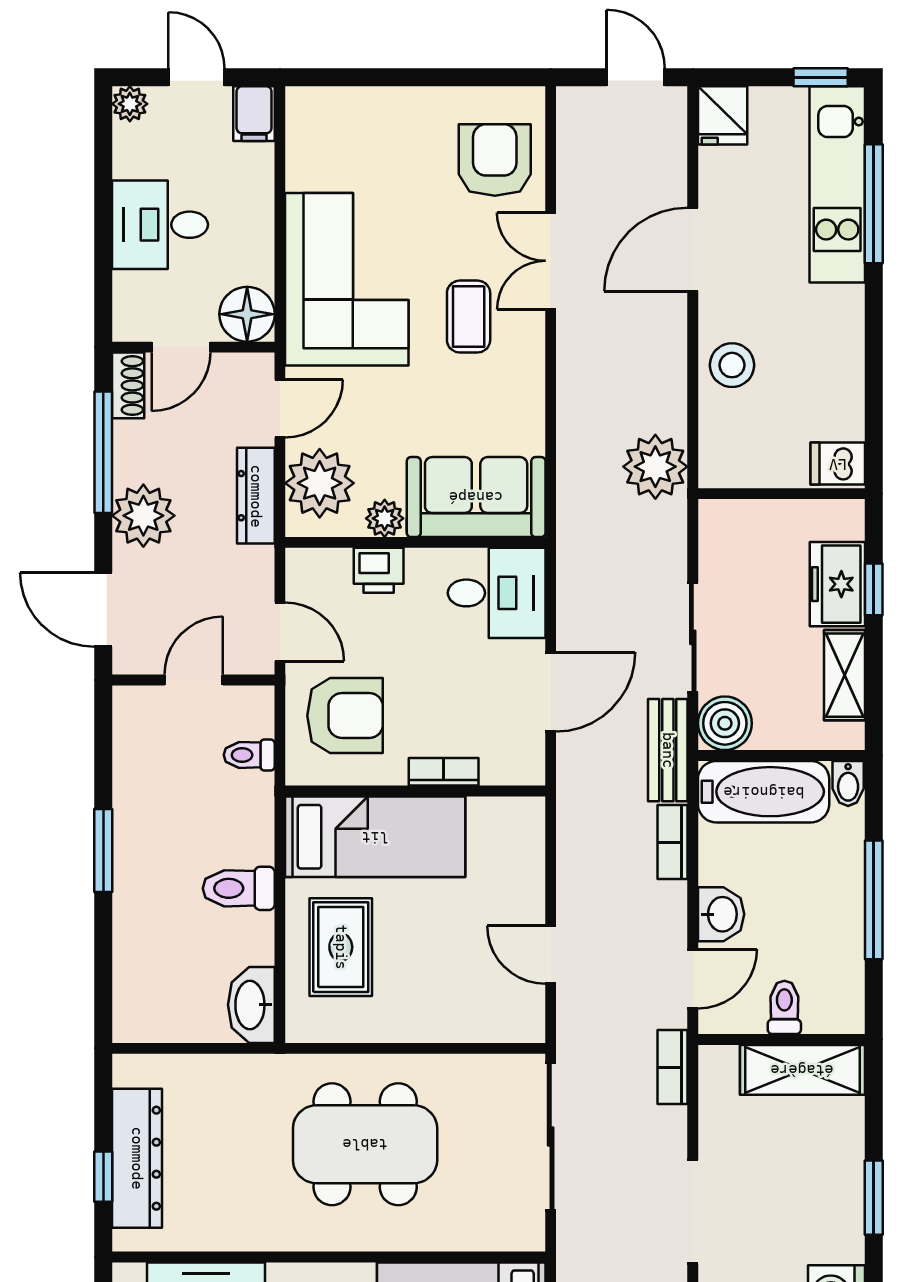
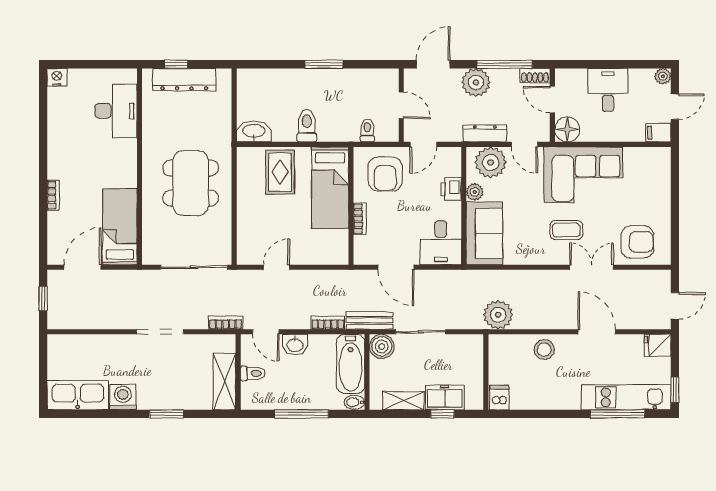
rug: (341, 947) -> (280, 172), turned 90

